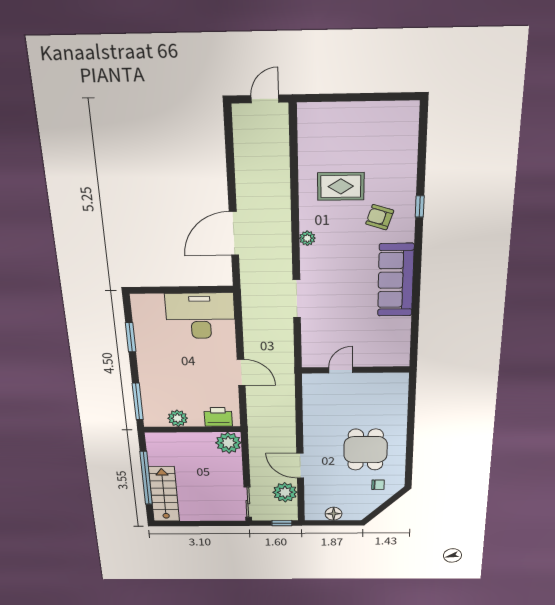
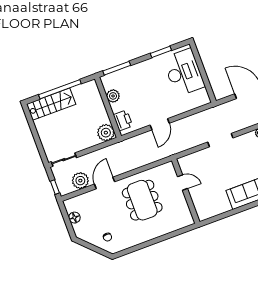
desk: (200, 316) -> (184, 72), moved
dining table: (366, 450) -> (142, 200), moved, width x1.38

